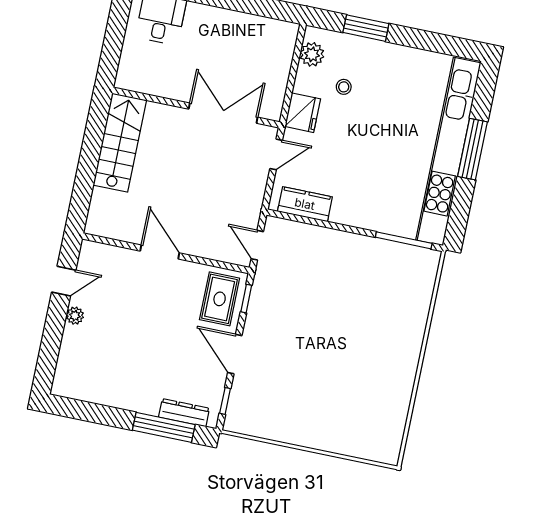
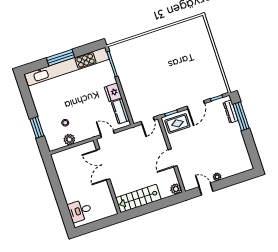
plant: (312, 54) -> (69, 139), moved
fridge: (303, 113) -> (113, 92), moved, turned -90
plant: (97, 224) -> (176, 189), added

